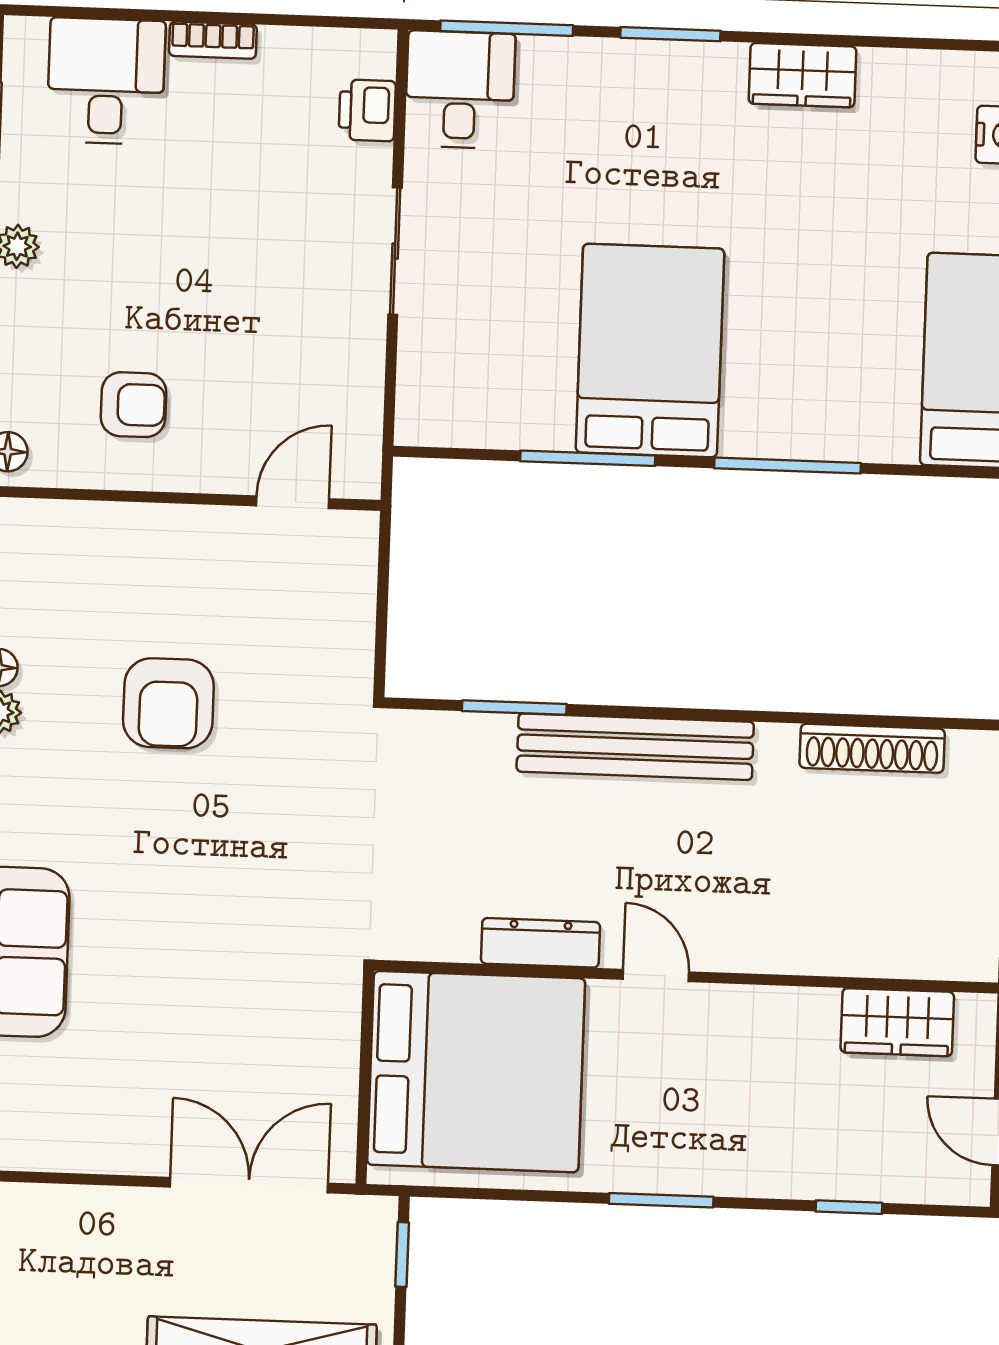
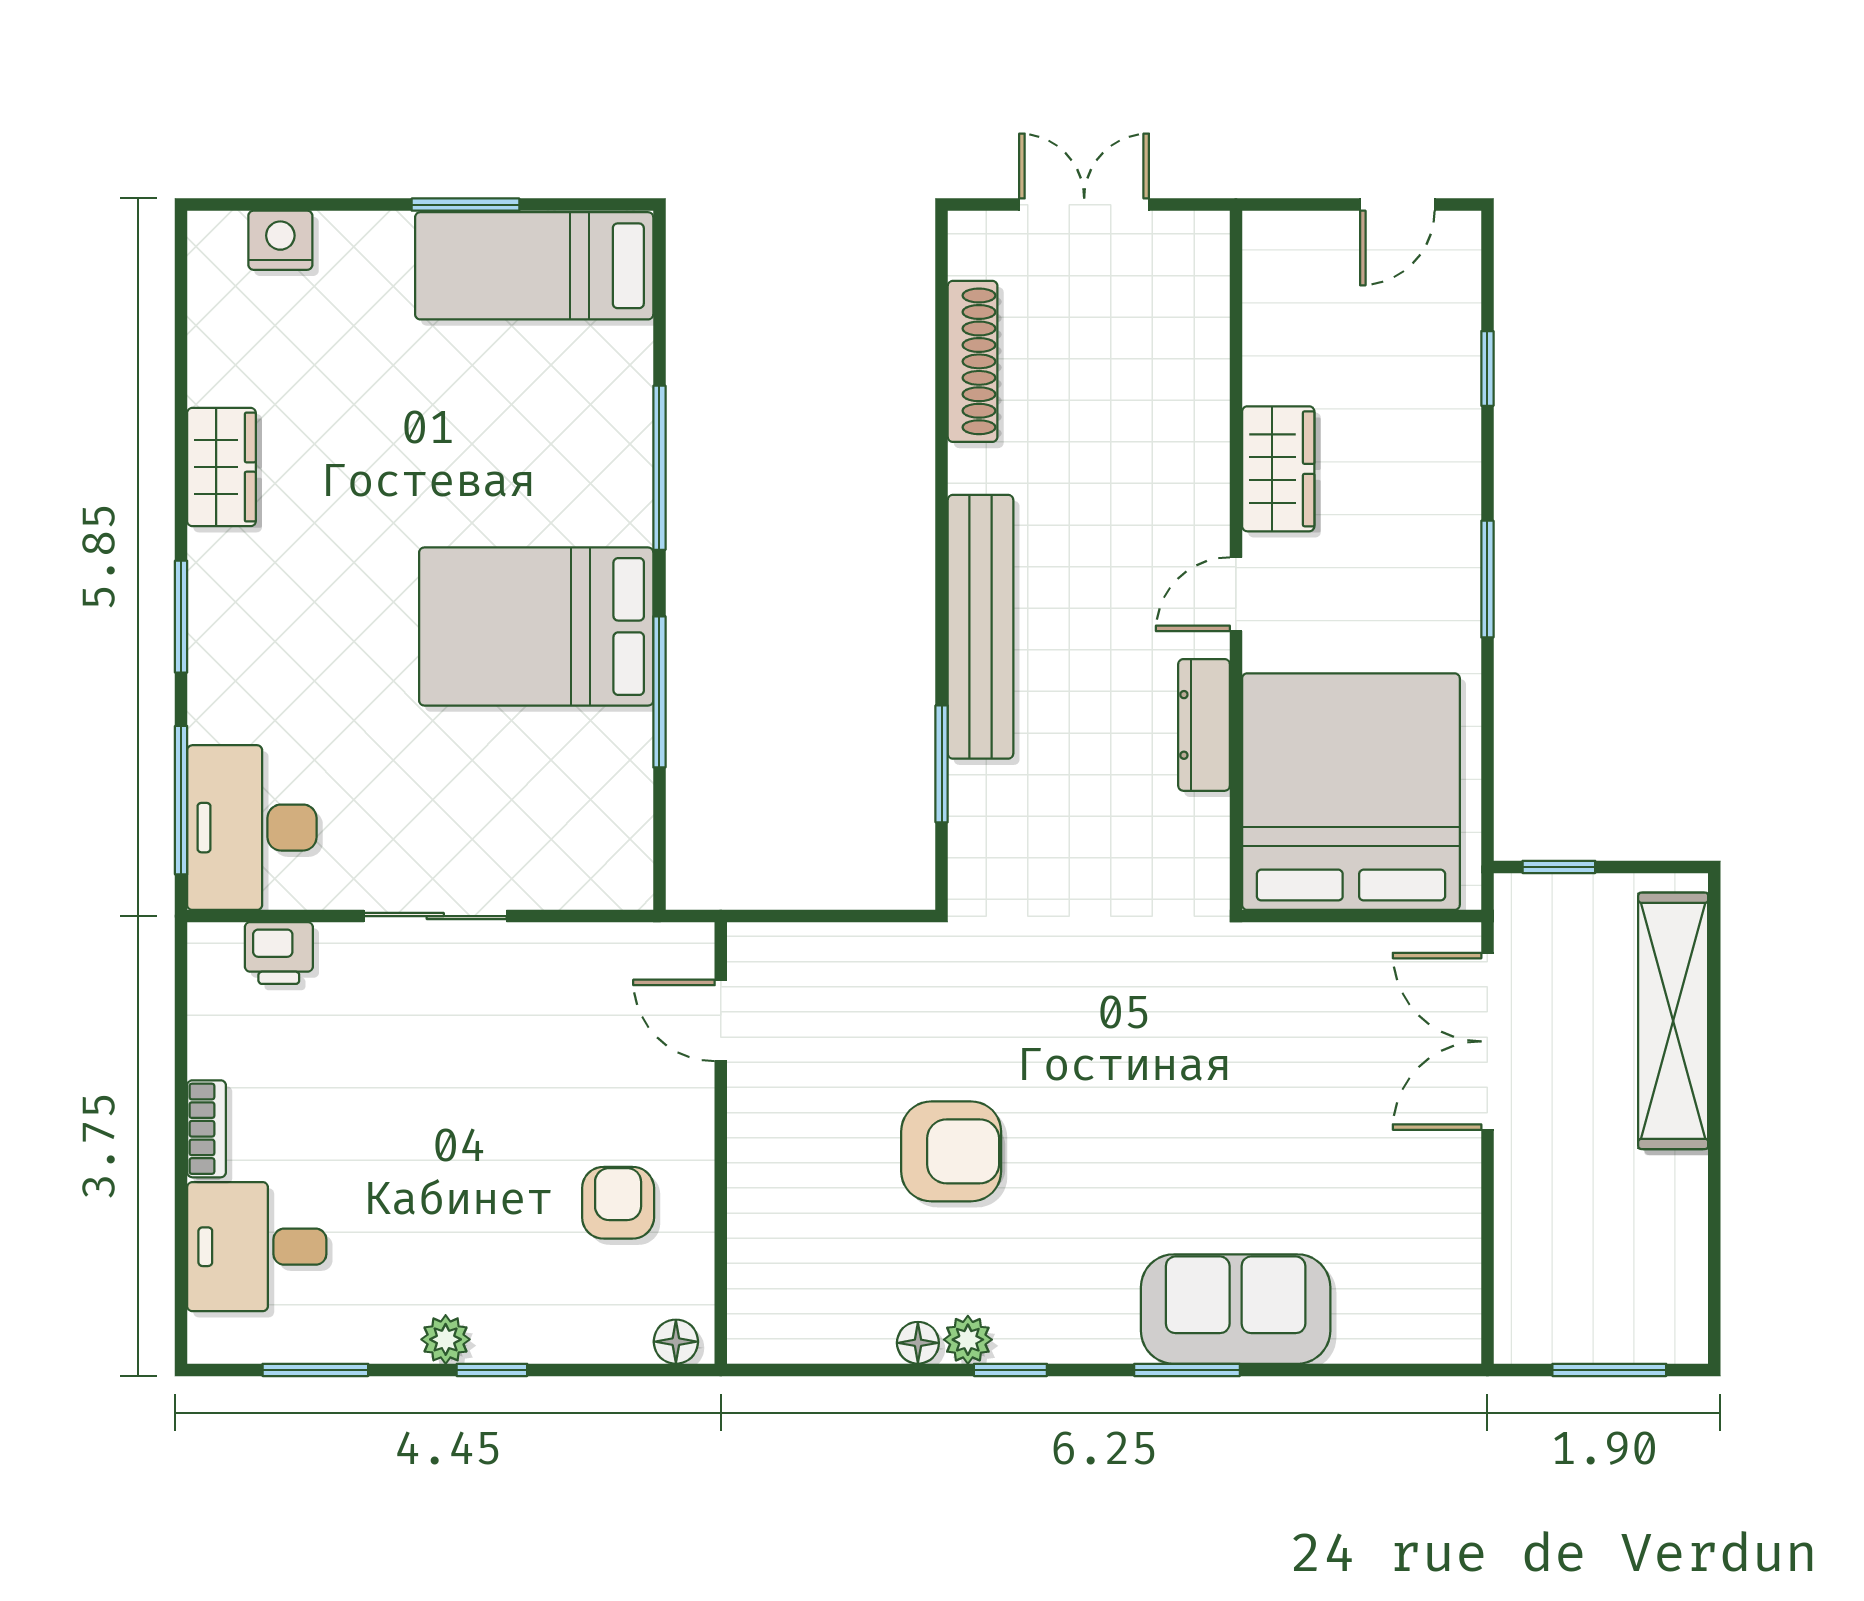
desk: (460, 90) -> (252, 828), width x1.37
wardrobe: (897, 1022) -> (1278, 469), moved

